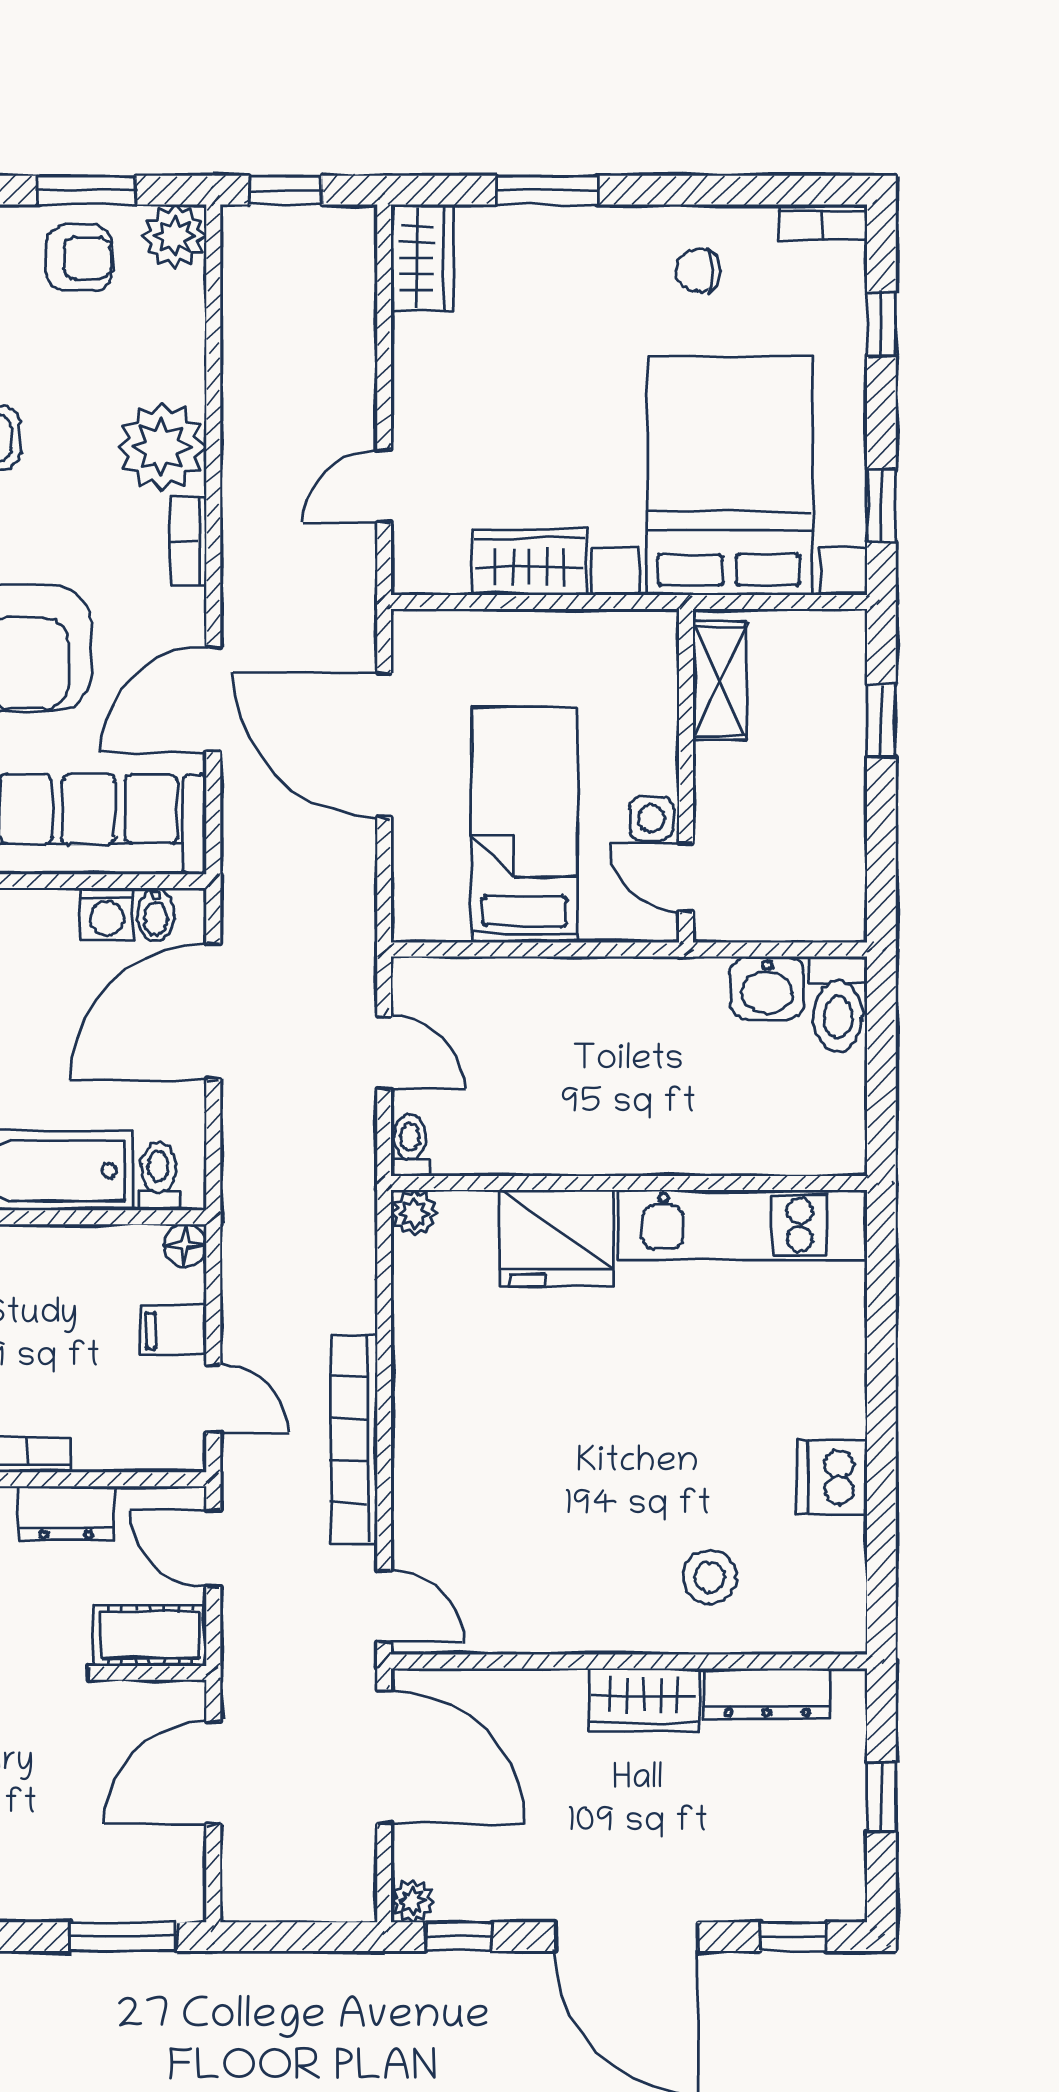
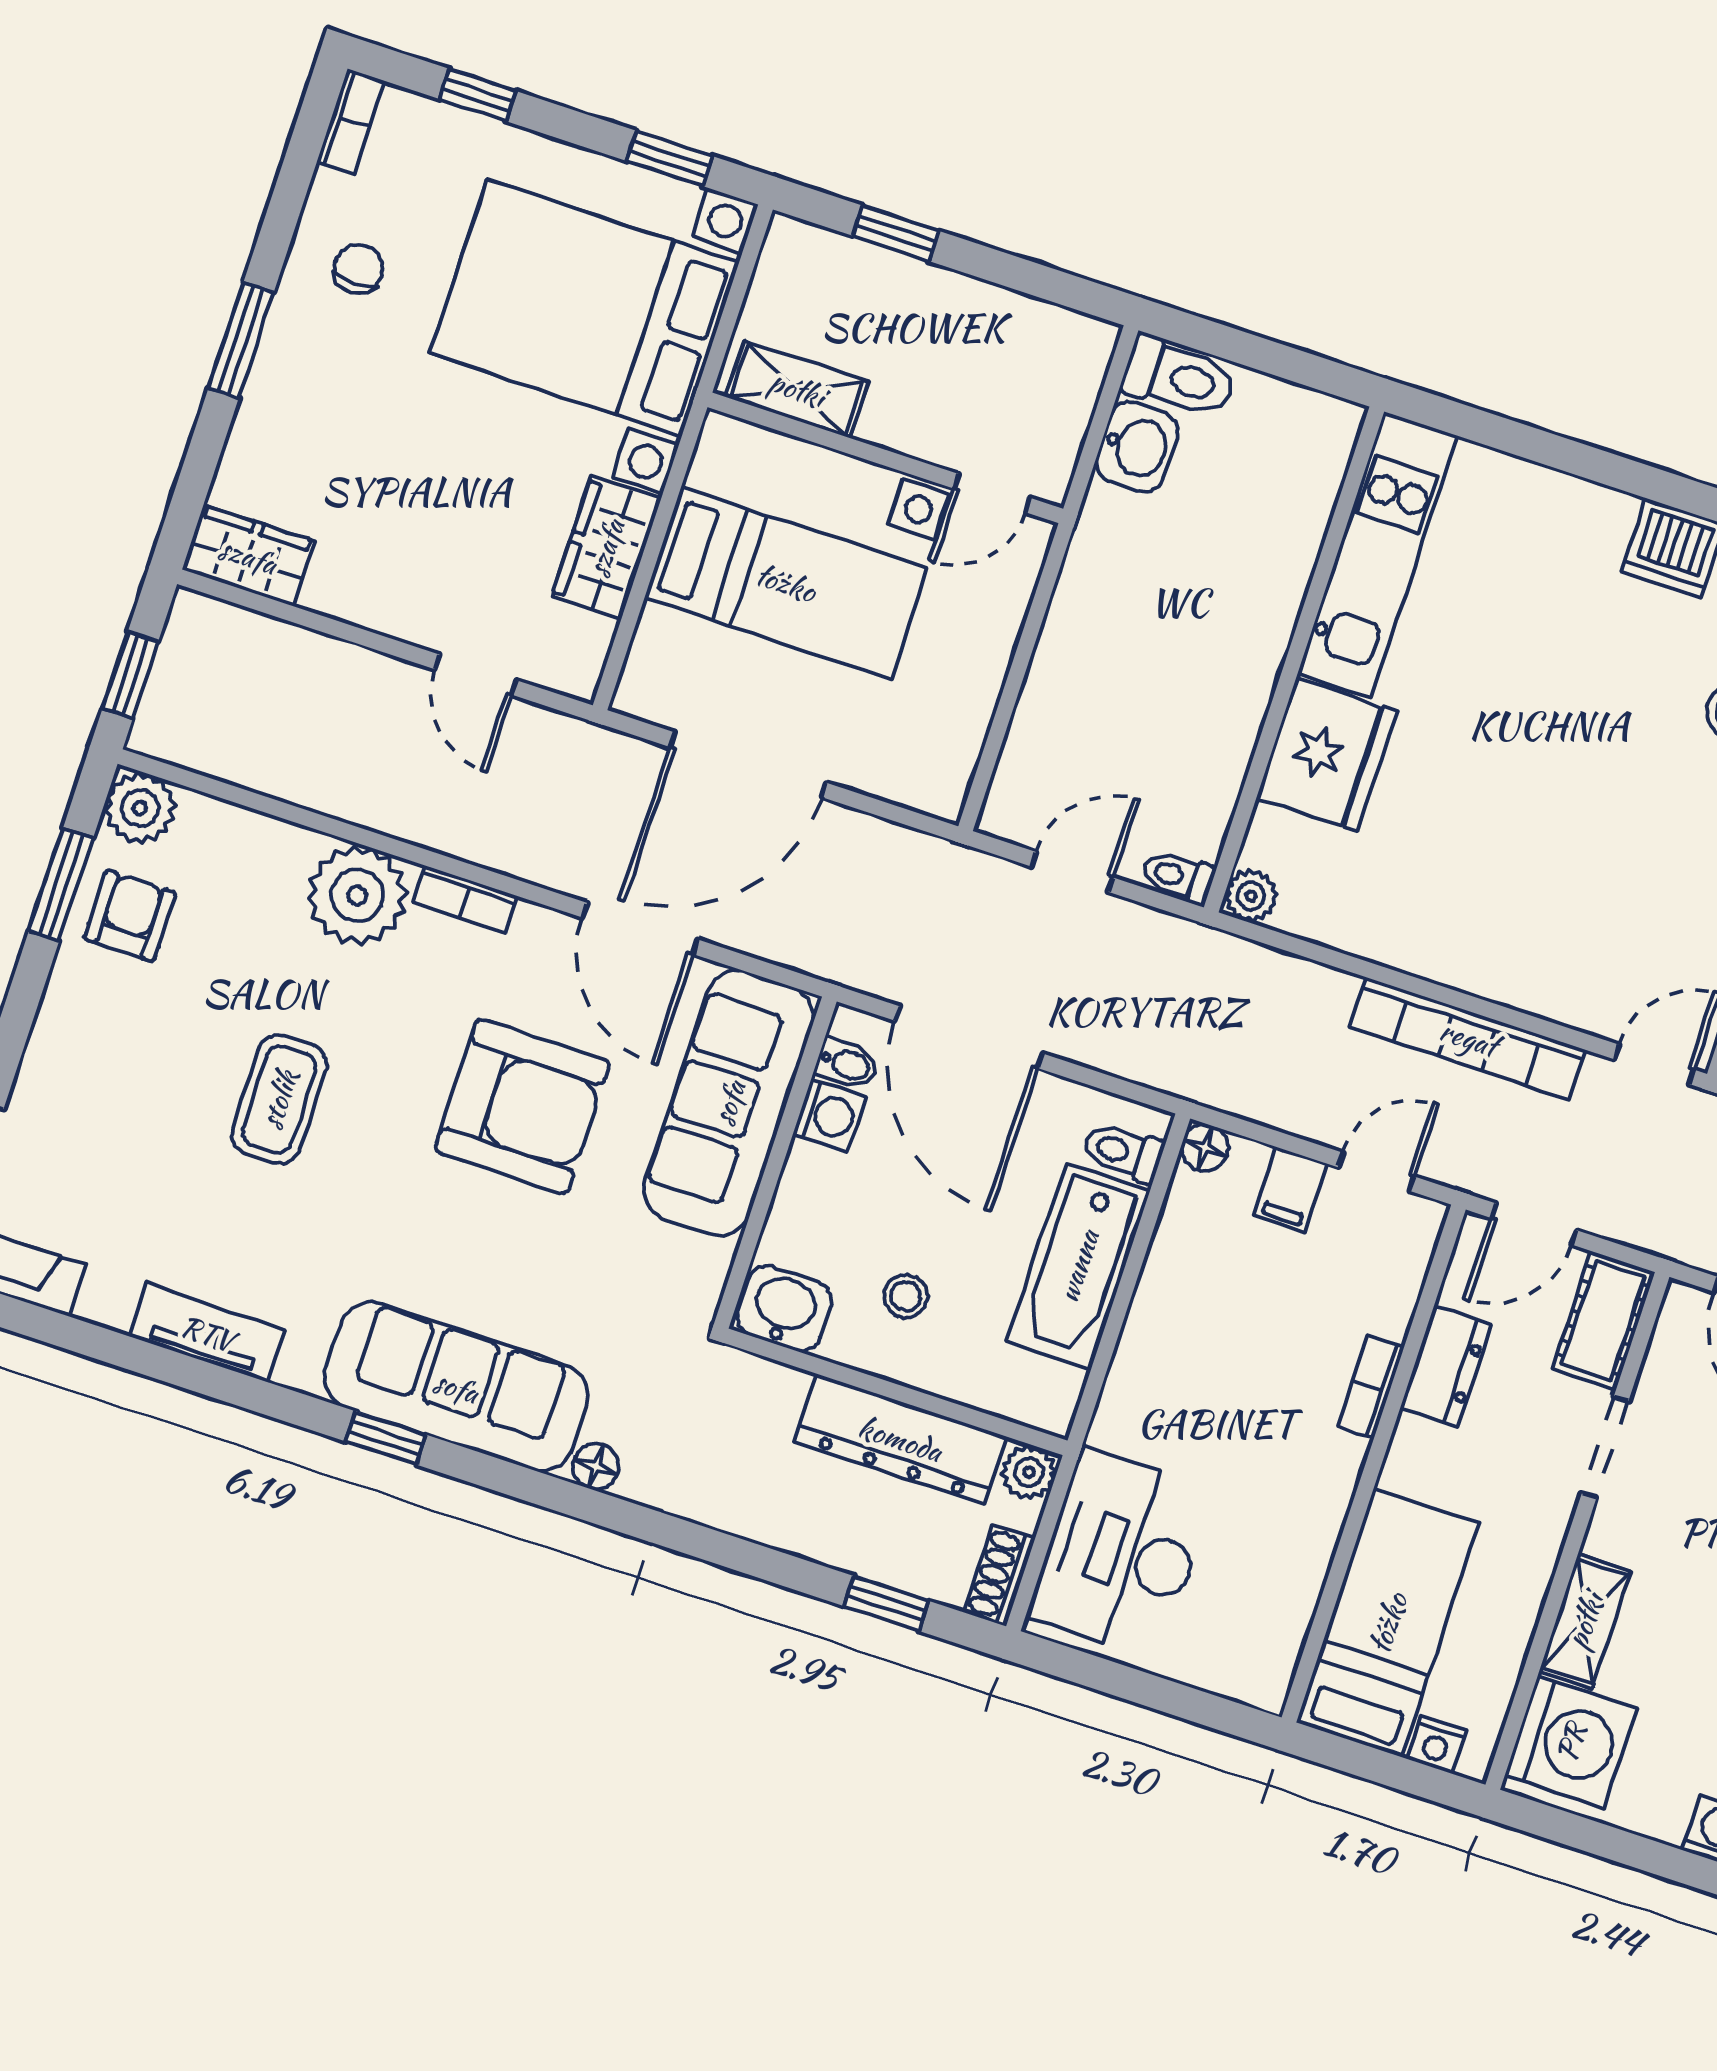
window: (547, 190) -> (241, 340), moved
chair: (698, 271) -> (358, 269), turned 180
bed: (524, 825) -> (786, 583), moved, turned 180

